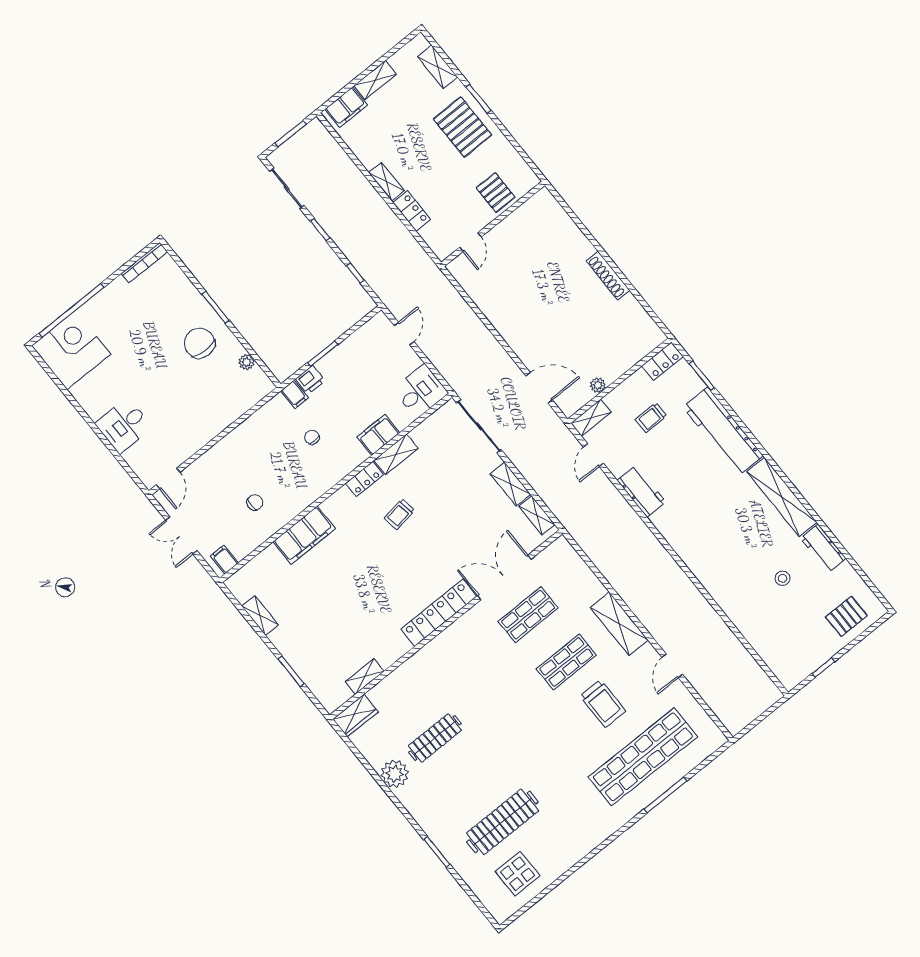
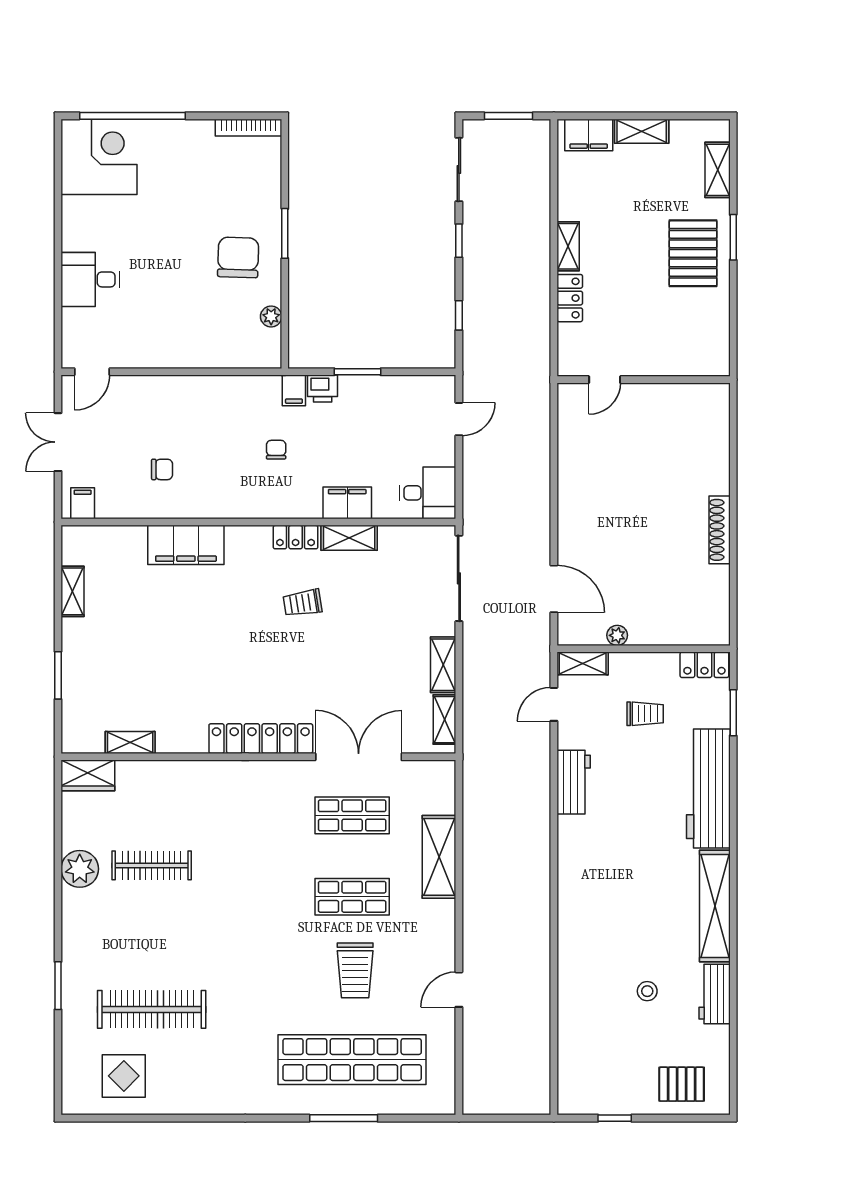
pallet: (496, 192) -> (673, 349), removed
trolley: (651, 418) -> (645, 714), turned 180
shelving: (619, 624) -> (439, 857), moved

